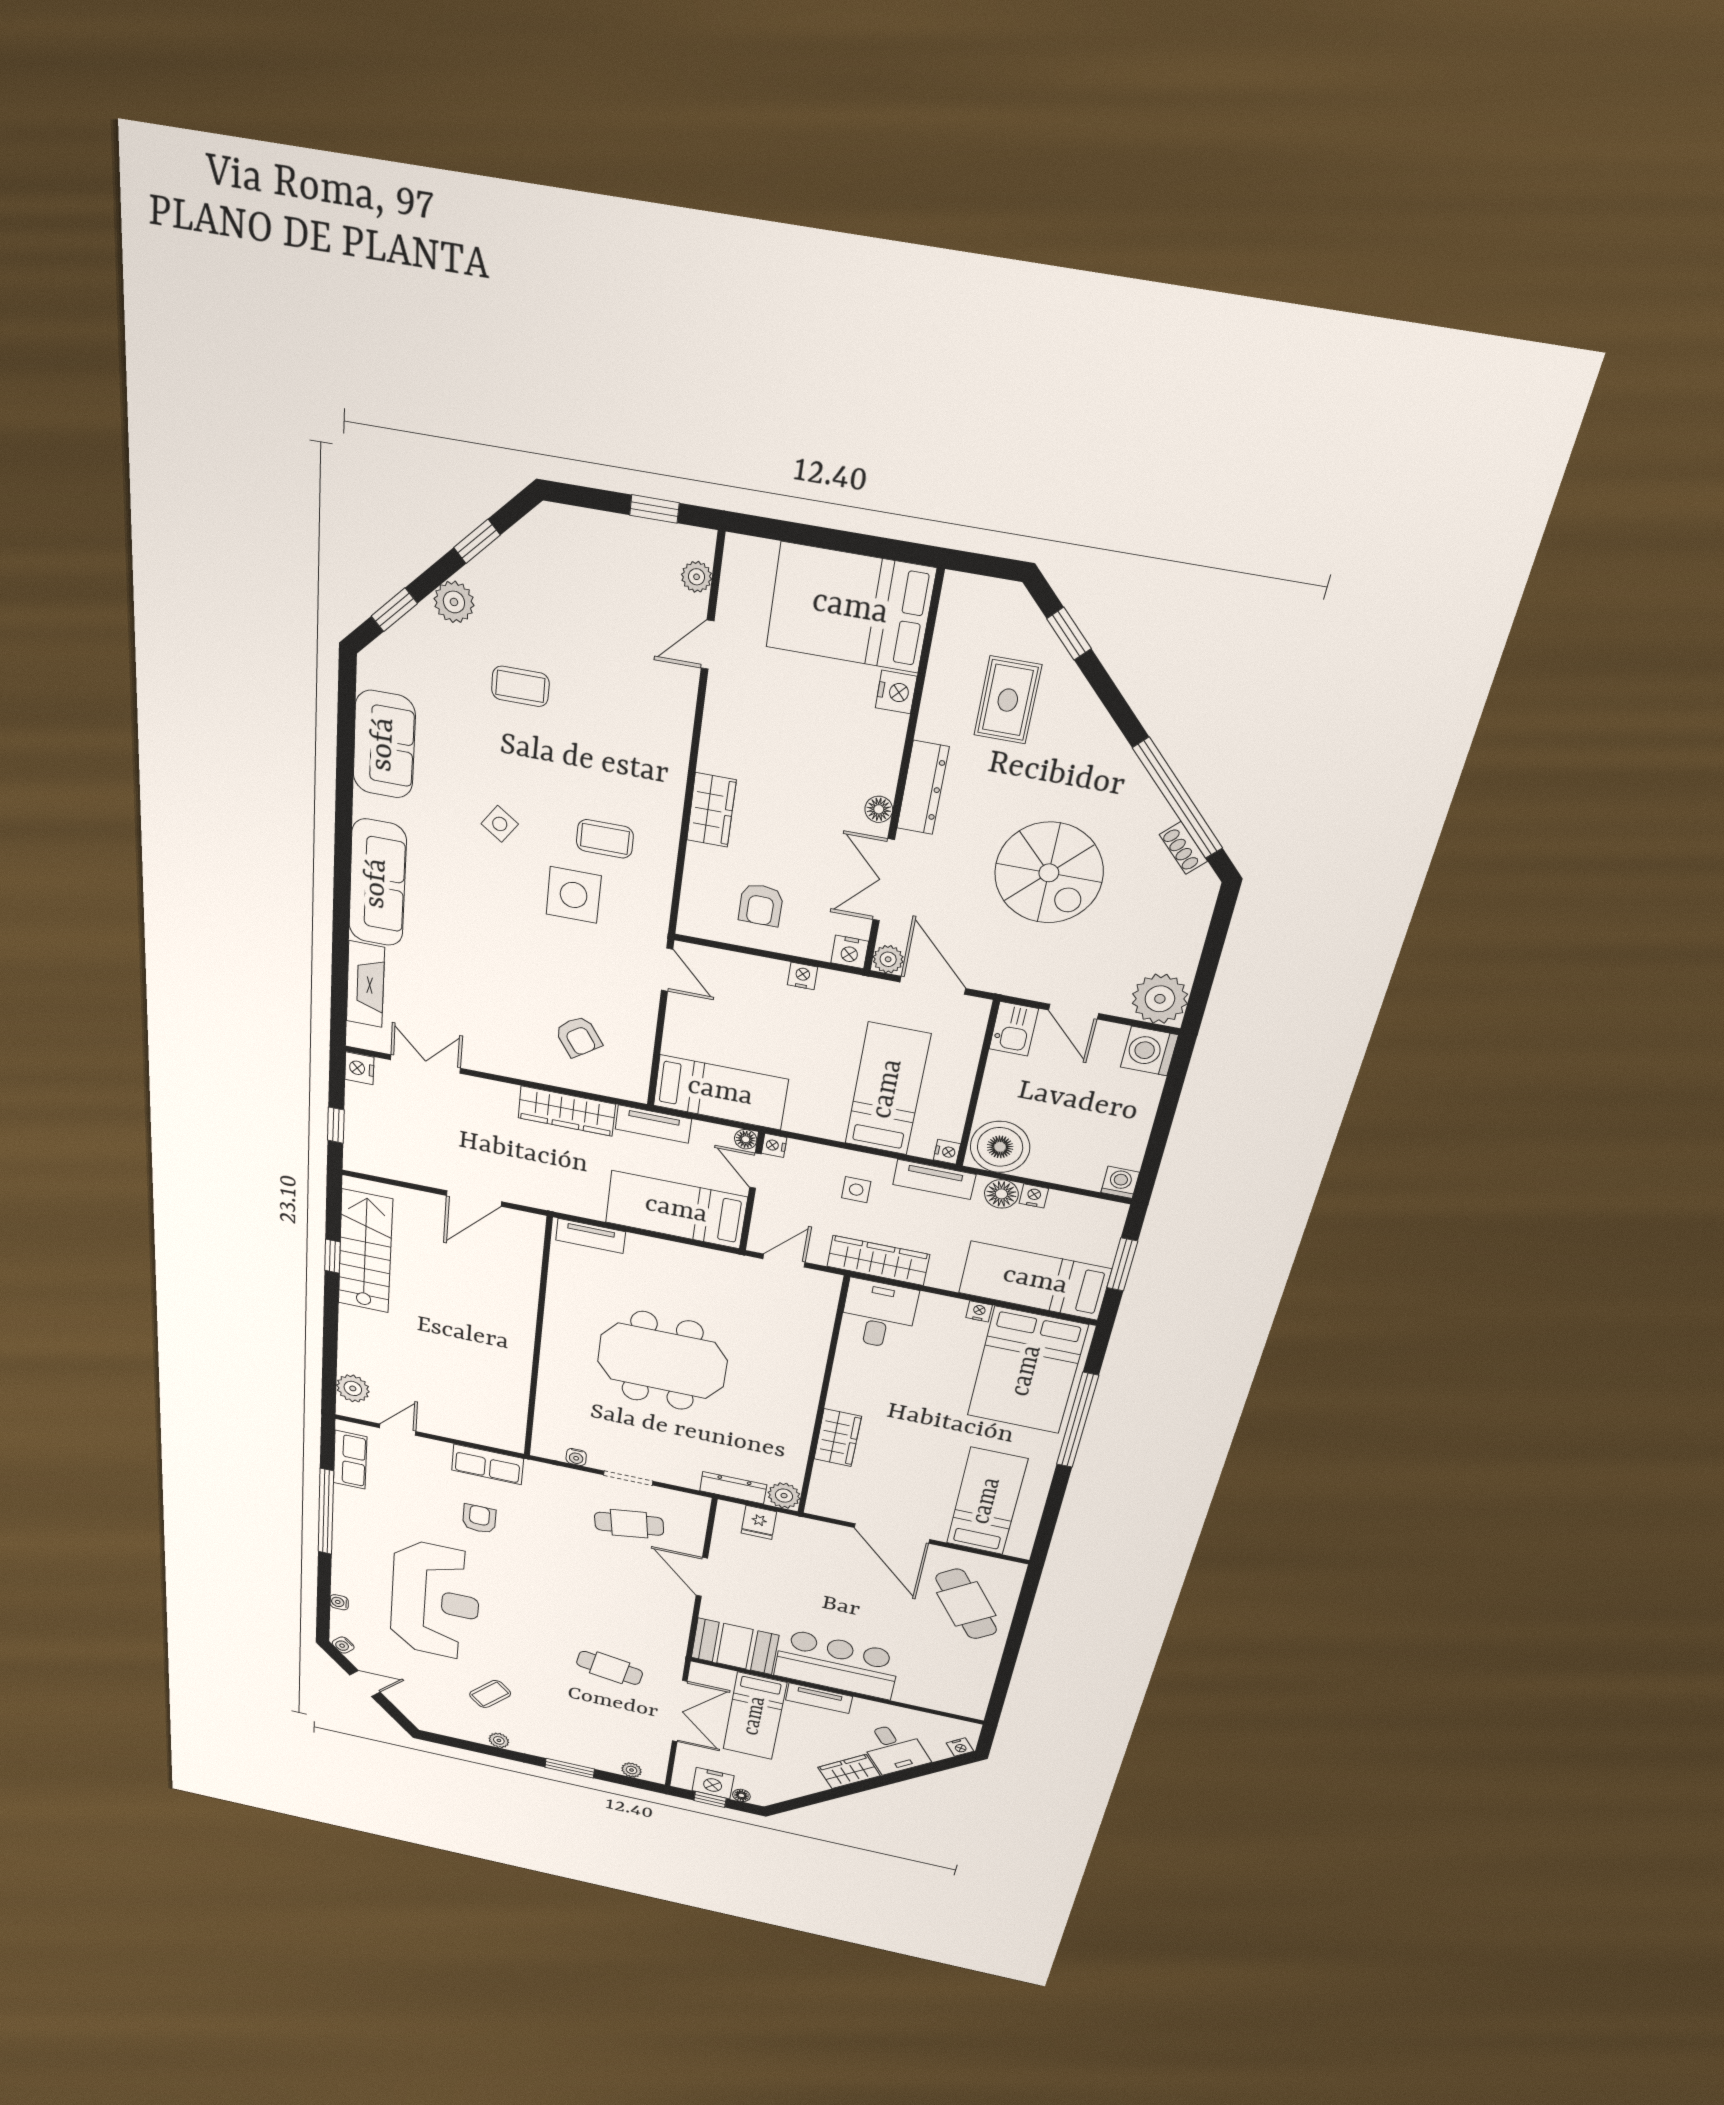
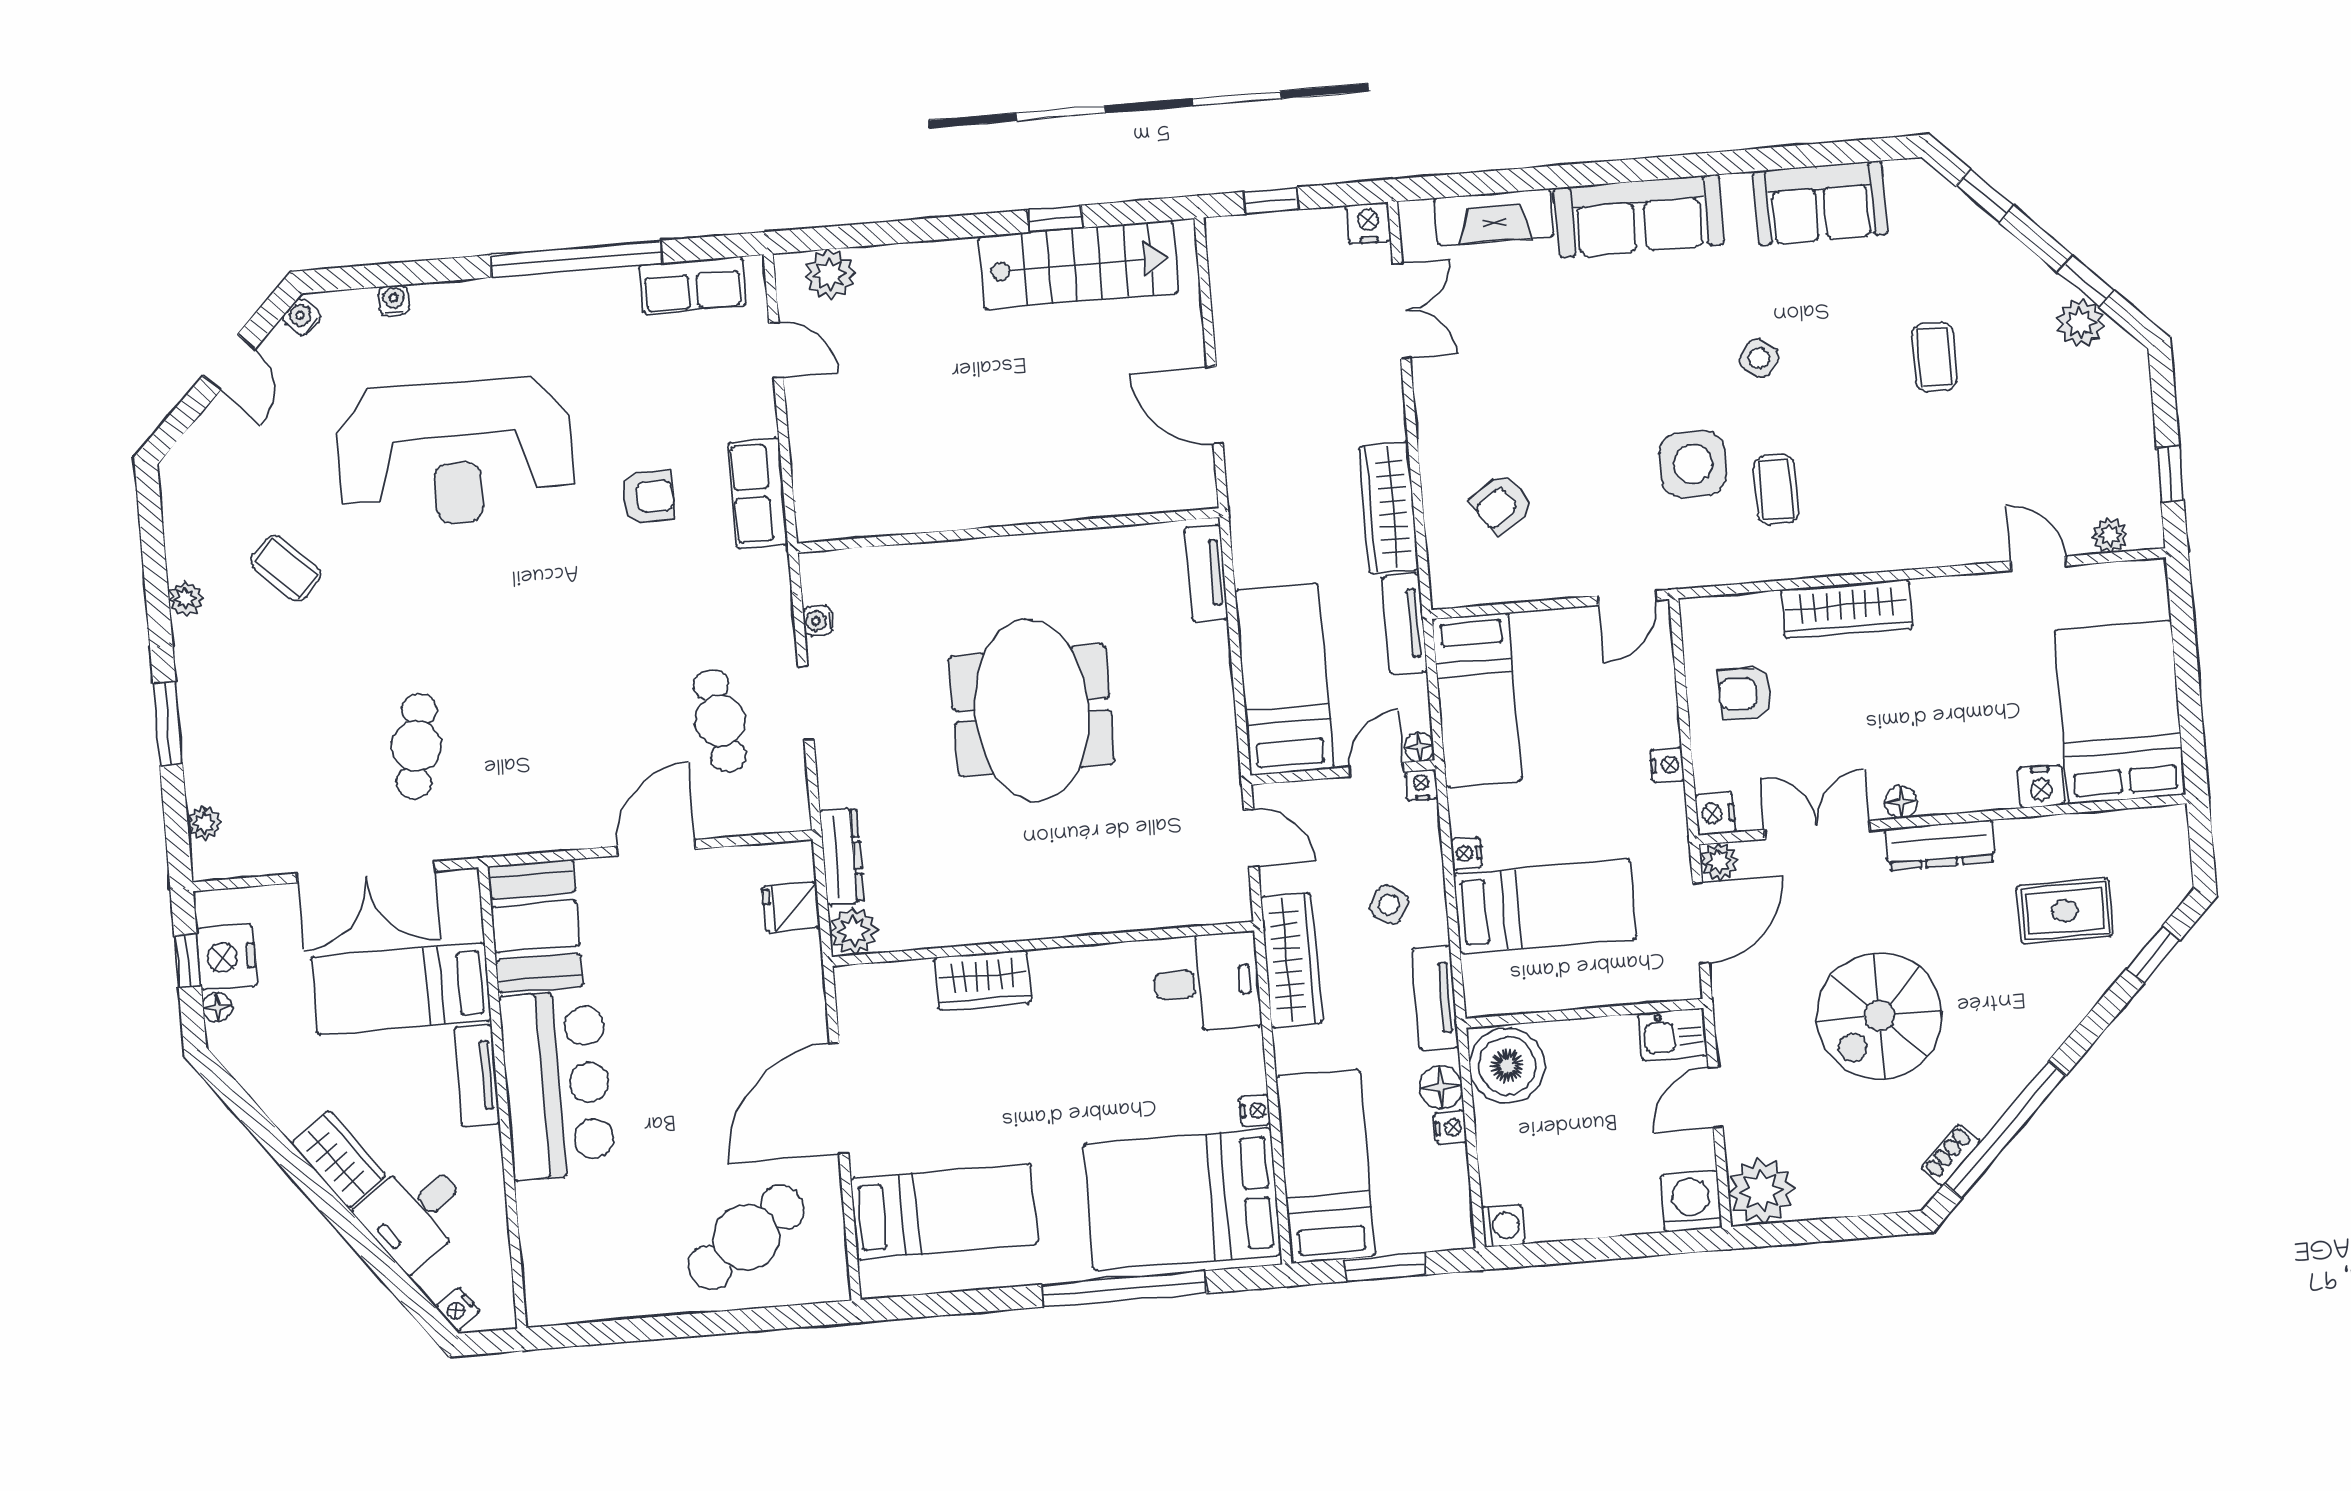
plant: (454, 602) -> (2080, 323), moved
wardrobe: (711, 810) -> (1847, 609), width x1.50
nightstand: (947, 1152) -> (1466, 854), moved, turned 90
side table: (856, 1190) -> (1389, 905), turned 32

